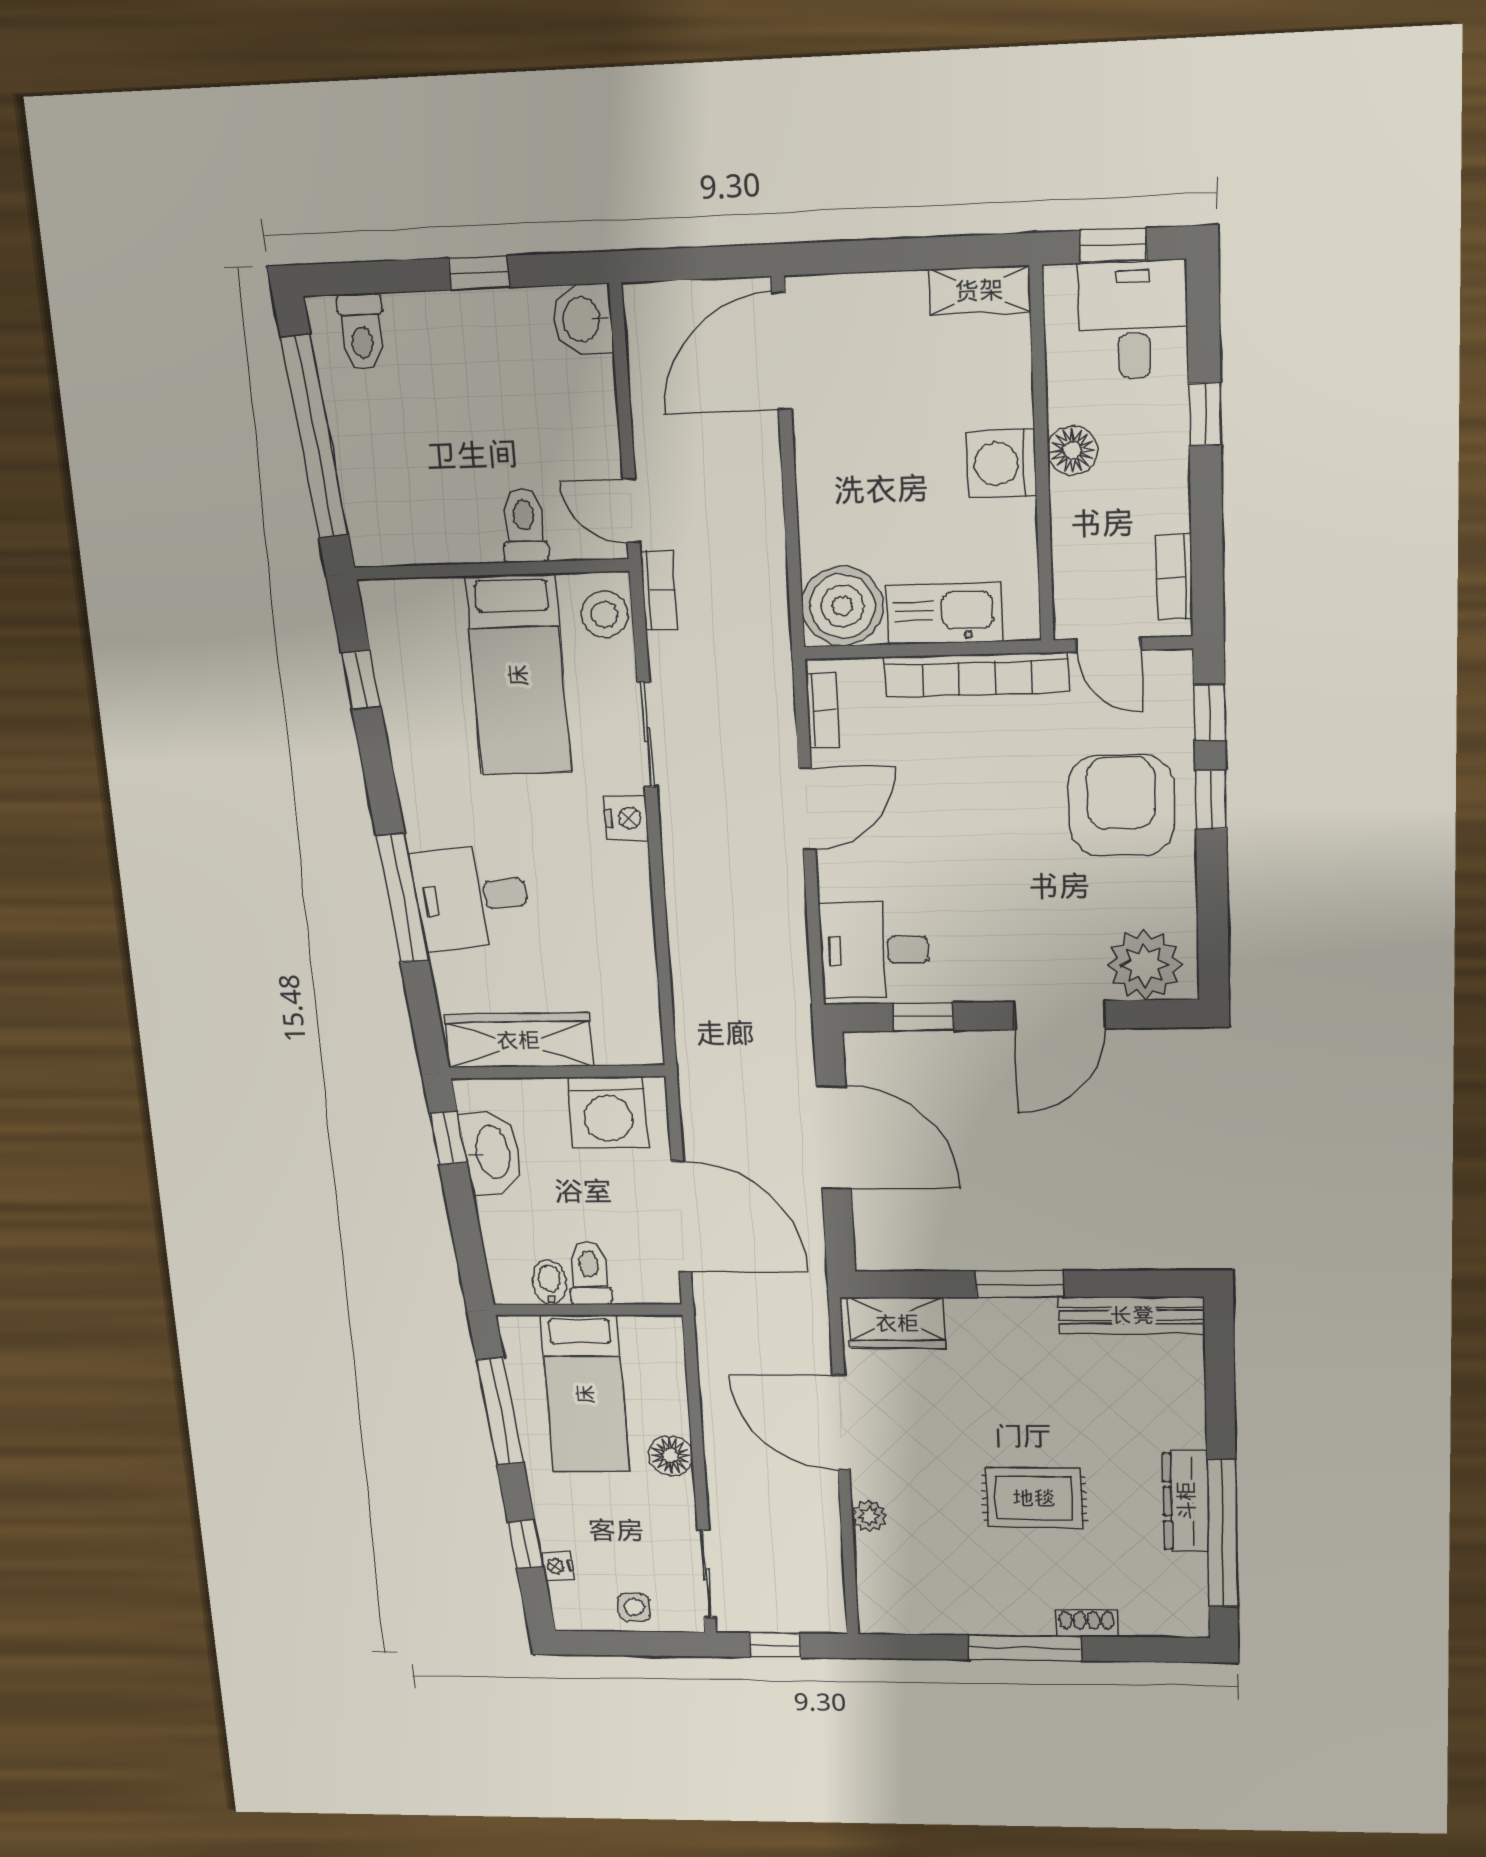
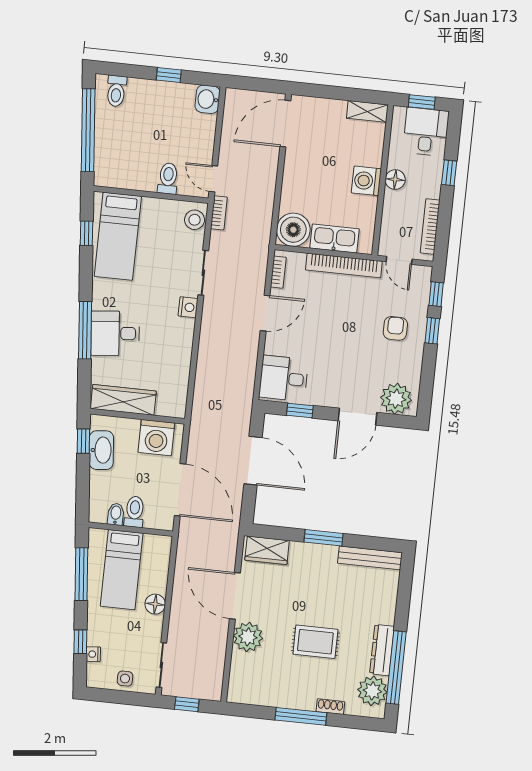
bookcase: (1175, 577) -> (430, 226), width x1.56
bed: (518, 675) -> (118, 236), moved
armchair: (1121, 805) -> (395, 328), width x0.53, depth x0.53
plant: (869, 1516) -> (248, 637), width x1.87, depth x1.87
plant: (1175, 1585) -> (372, 691), added

